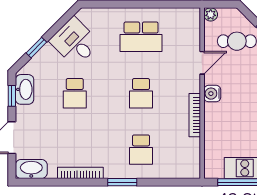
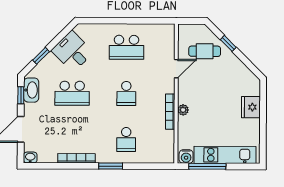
plant: (211, 14) -> (183, 110), moved
school desk: (75, 93) -> (72, 93), width x1.85
water cooler: (212, 94) -> (186, 157), moved, turned -90
washbasin: (31, 169) -> (30, 157), width x0.52, depth x0.69

